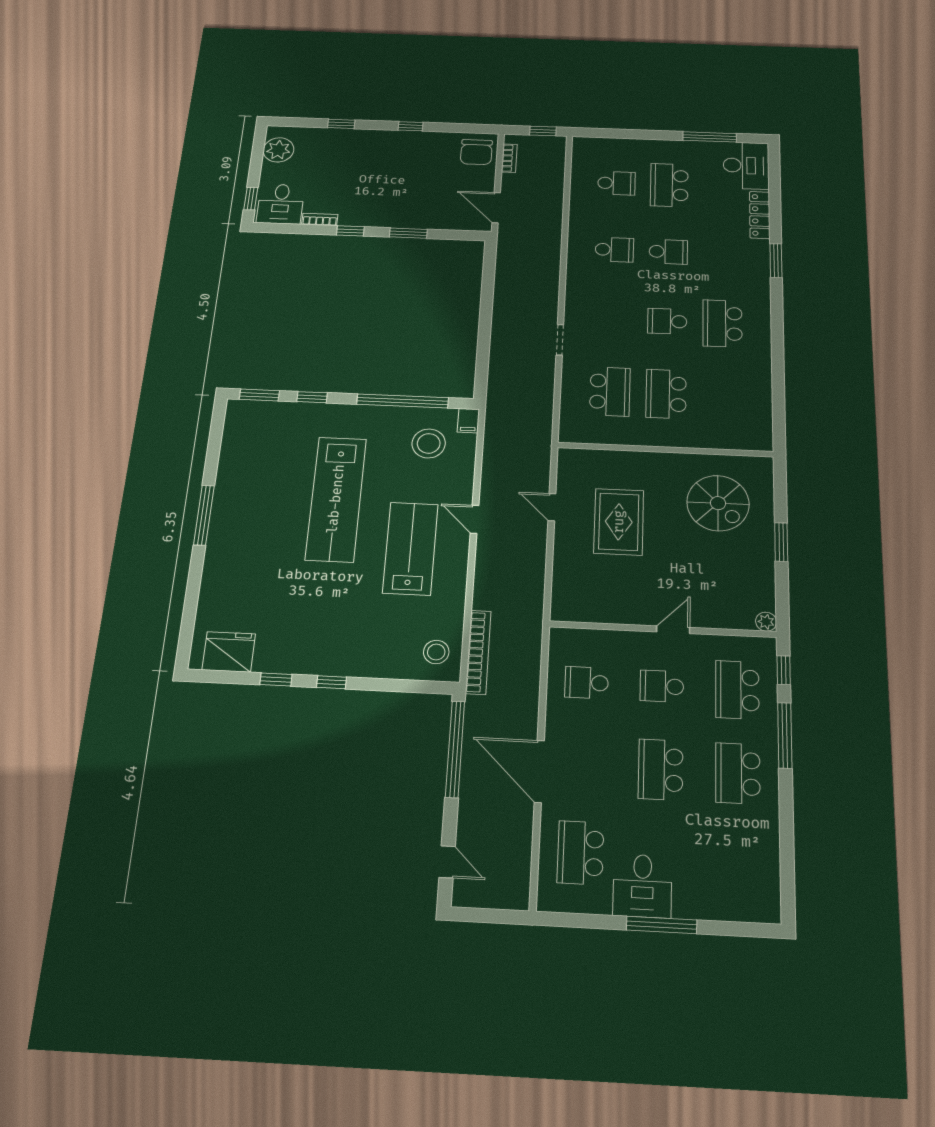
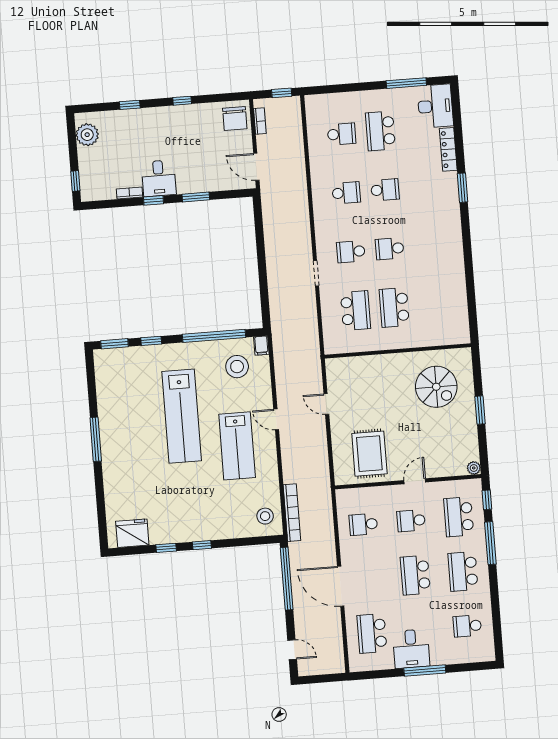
desk: (281, 204) -> (159, 178), moved
school desk: (722, 323) -> (351, 252), moved, width x0.54
rug: (619, 522) -> (369, 454), moved
lab bench: (410, 548) -> (237, 446), turned 180
school desk: (738, 861) -> (467, 626), added

